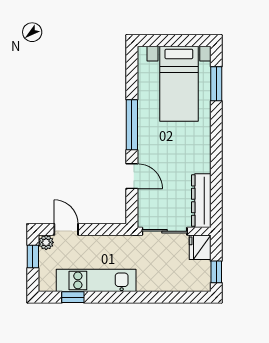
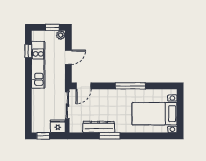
window: (216, 84) -> (110, 136), moved
door: (132, 176) -> (83, 86), moved
dresser: (201, 201) -> (99, 127), moved
door: (66, 229) -> (68, 57), moved

